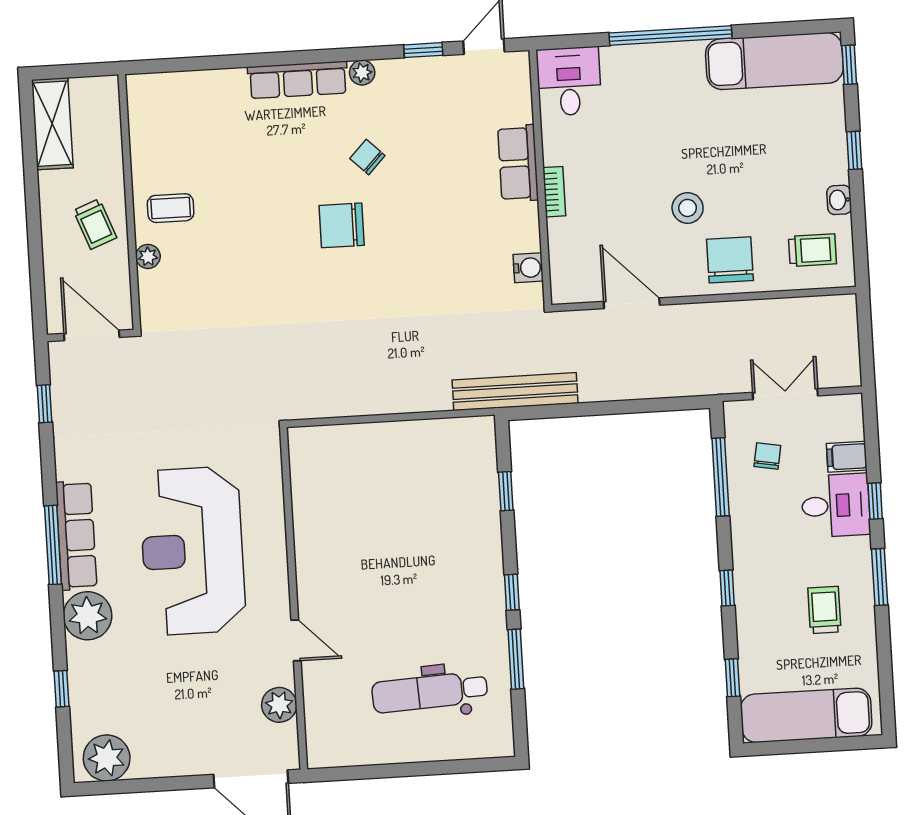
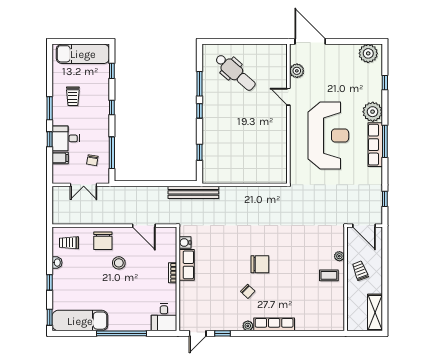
row of seats: (518, 163) -> (187, 265), moved
dental chair: (430, 692) -> (235, 72), turned 44

